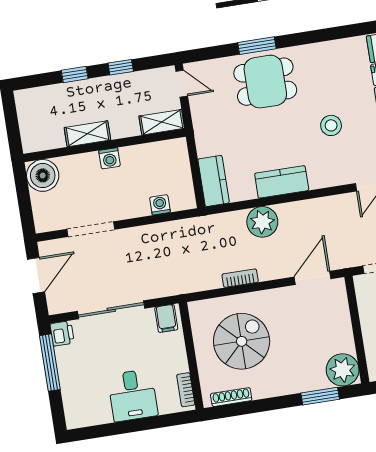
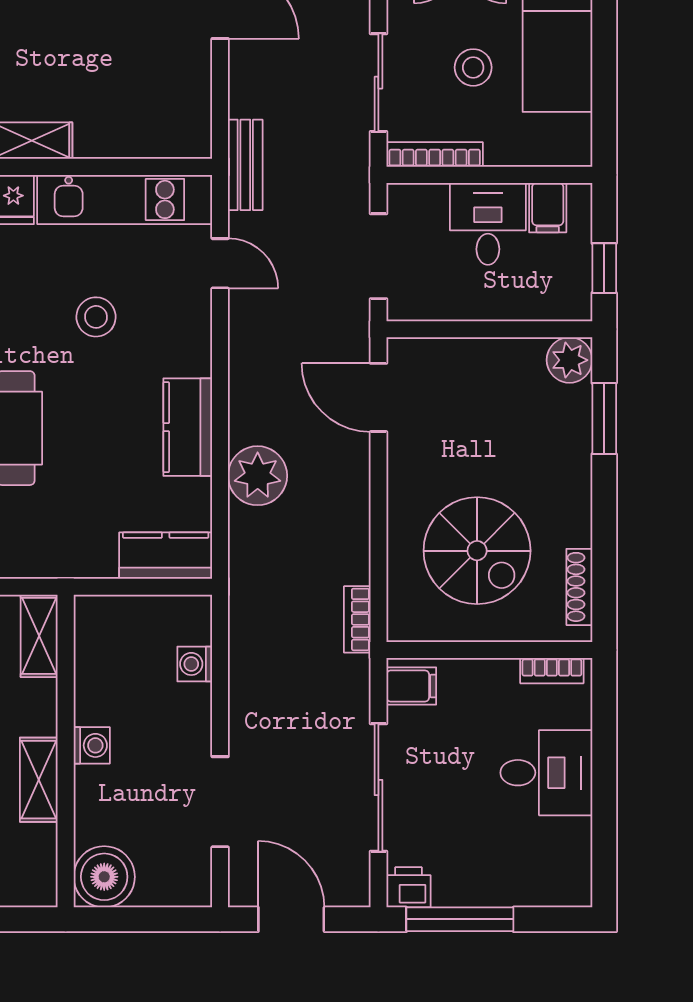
bookcase: (240, 278) -> (357, 619), moved
spiral stairs: (242, 341) -> (477, 551), turned 180
plant: (343, 370) -> (569, 360), width x0.73, depth x0.73

